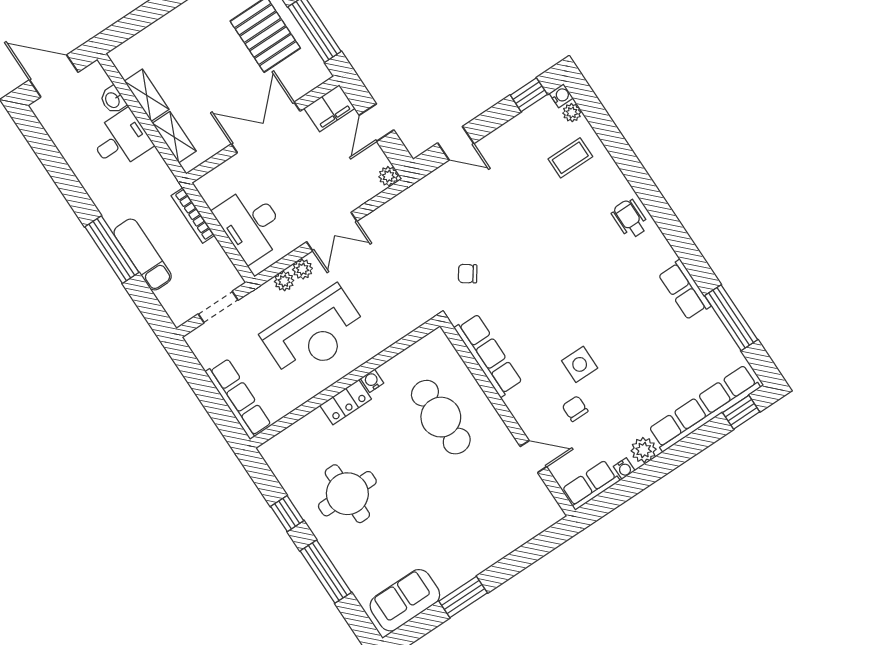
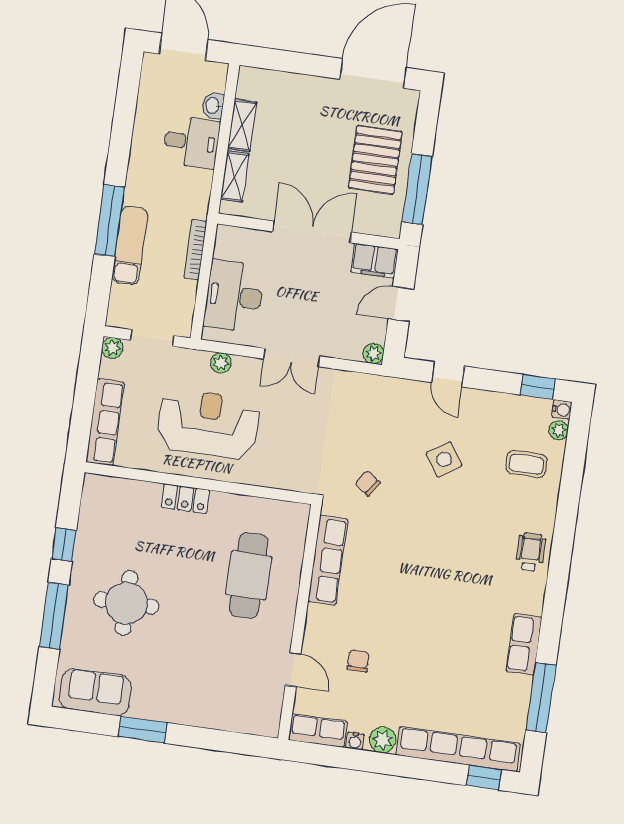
plant: (302, 269) -> (112, 348), moved
reception desk: (314, 333) -> (209, 424), turned 180
side table: (580, 364) -> (444, 459), moved, turned -34
water cooler: (372, 381) -> (220, 500), removed
round table: (347, 494) -> (126, 603), moved

